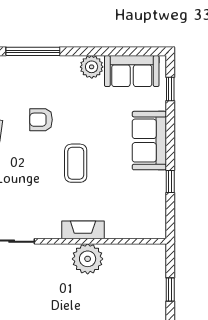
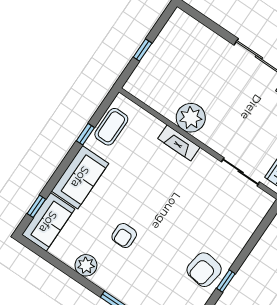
sofa: (132, 71) -> (48, 222), moved, turned 90
armchair: (41, 120) -> (124, 236), moved, turned 90
coffee table: (76, 163) -> (111, 127), moved

